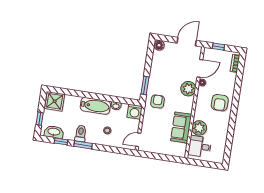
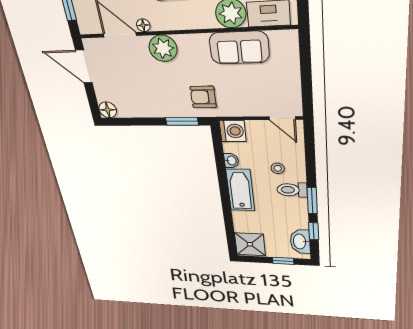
toilet: (81, 133) -> (292, 190), moved

